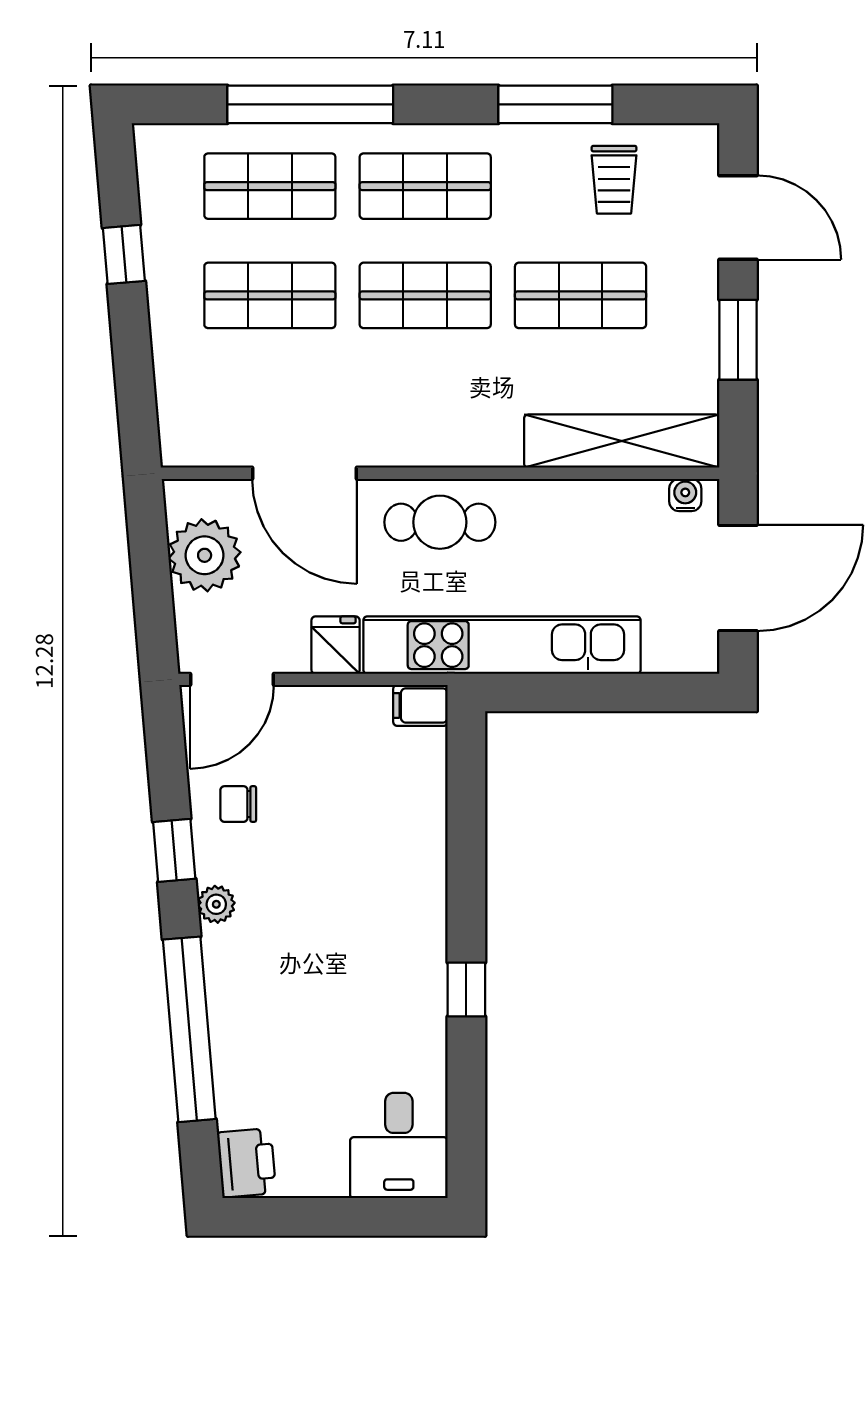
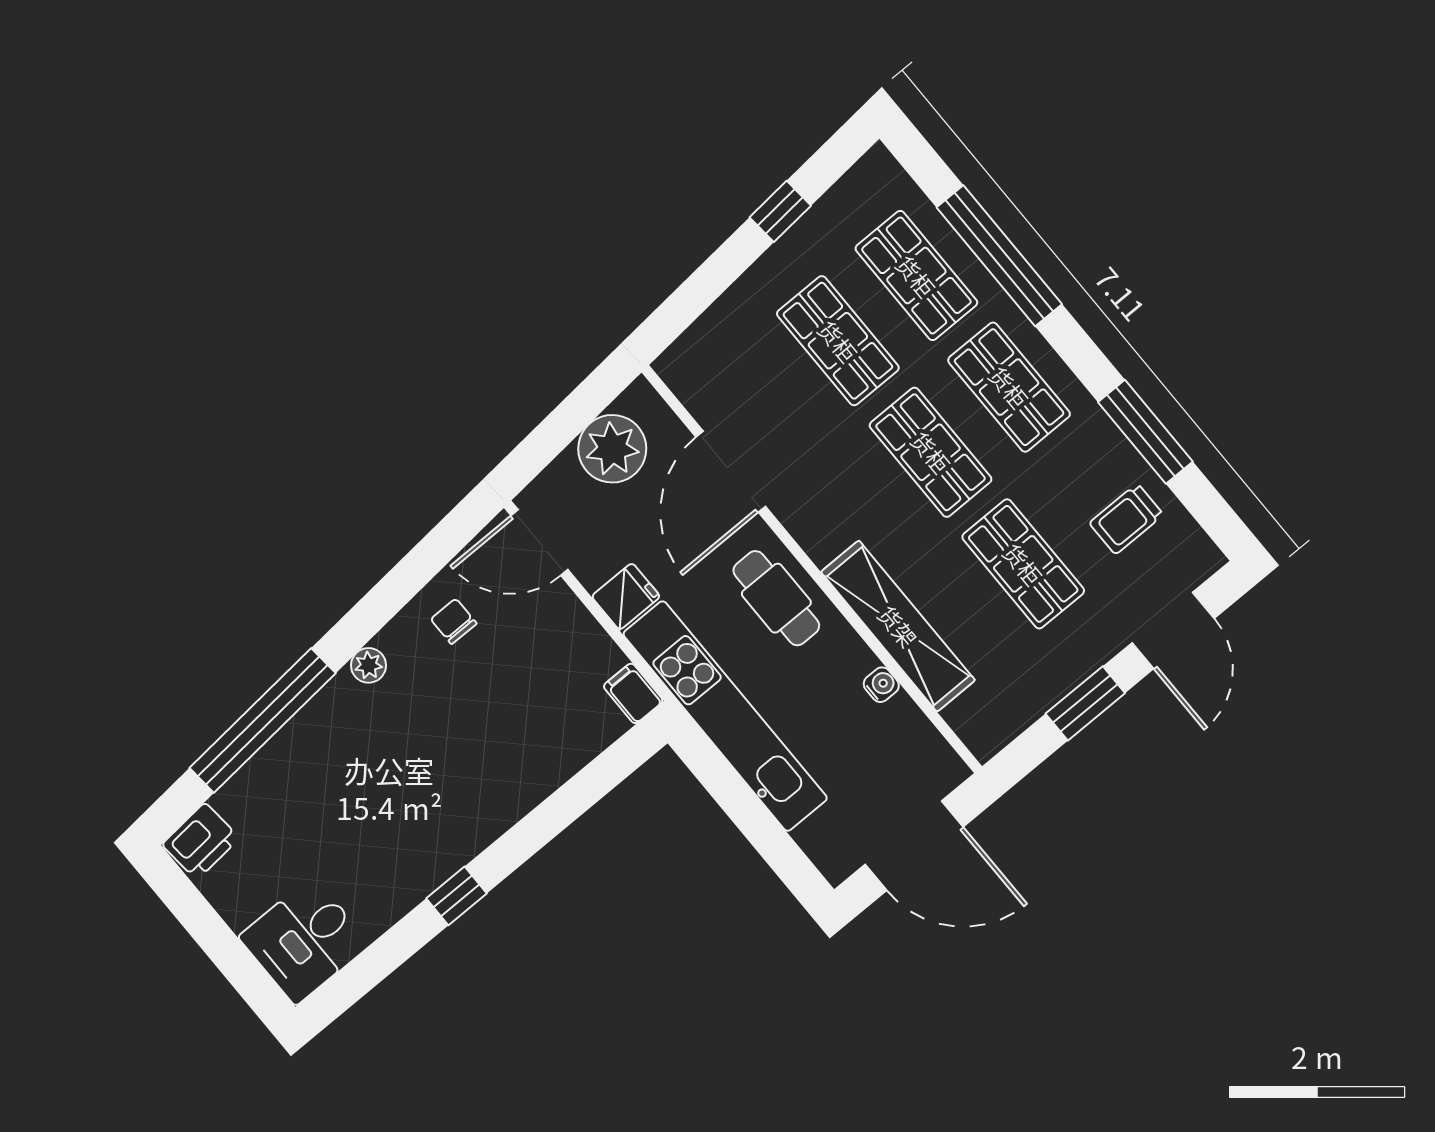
shelving: (622, 441) -> (898, 626), moved
water cooler: (685, 495) -> (881, 685), moved
window: (174, 850) -> (382, 603), removed

